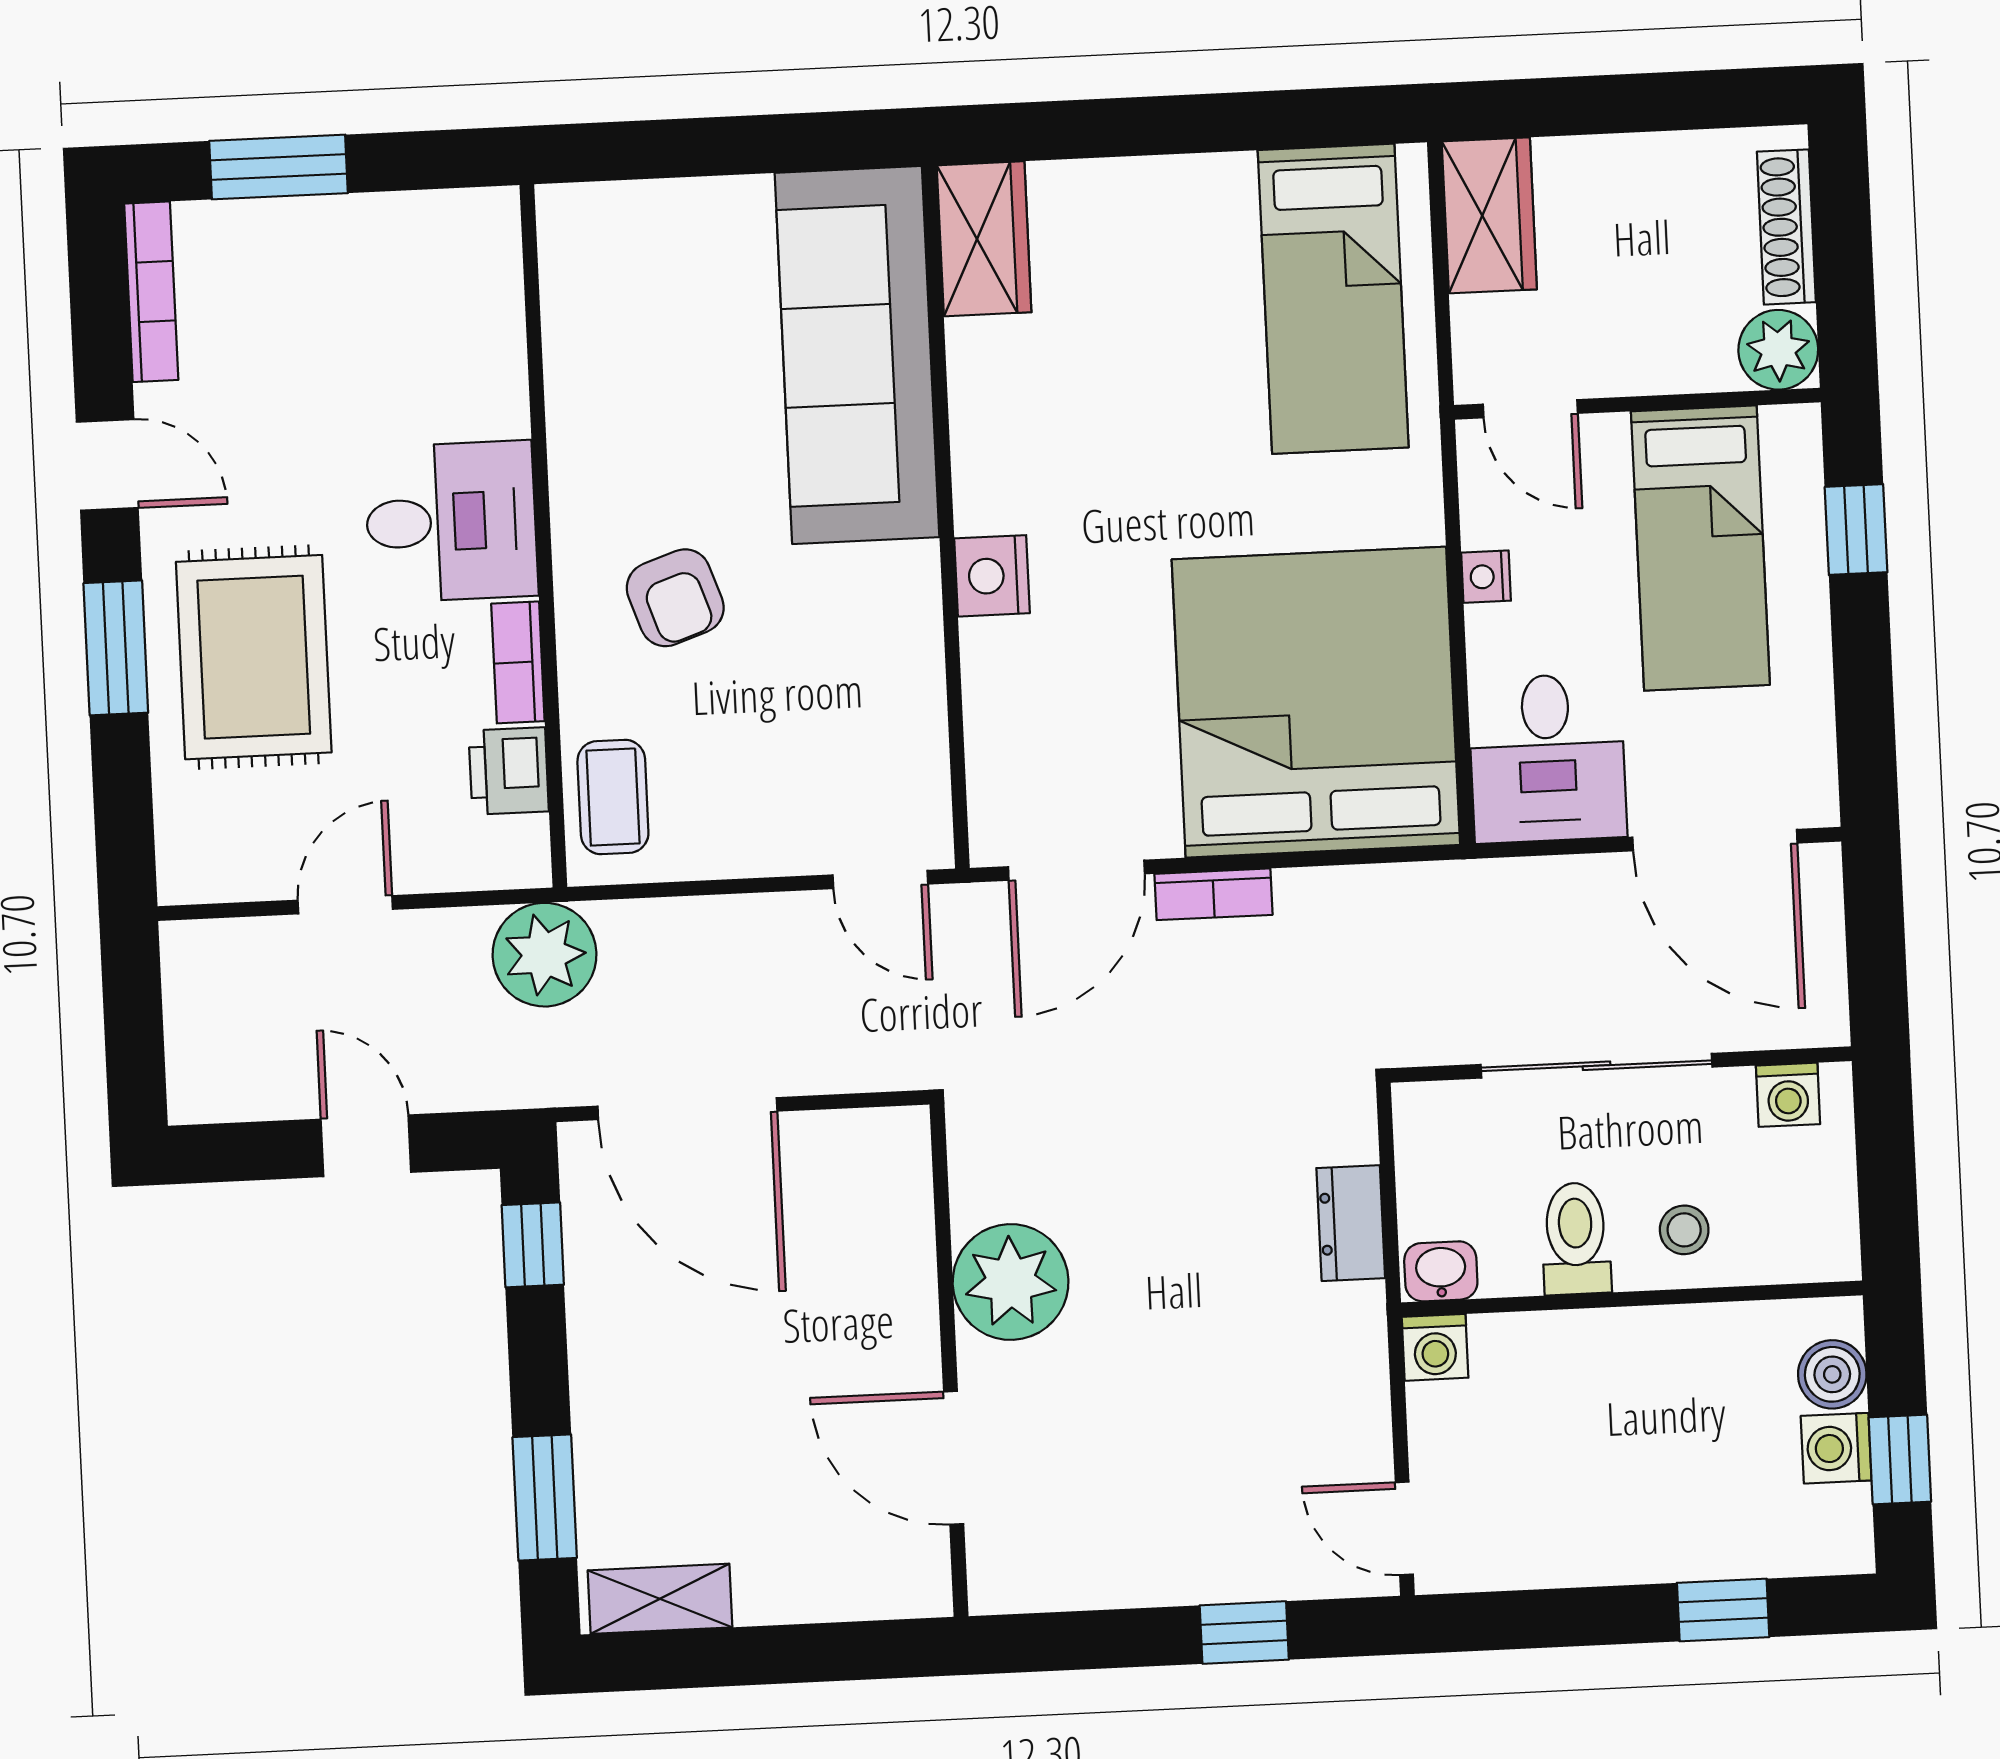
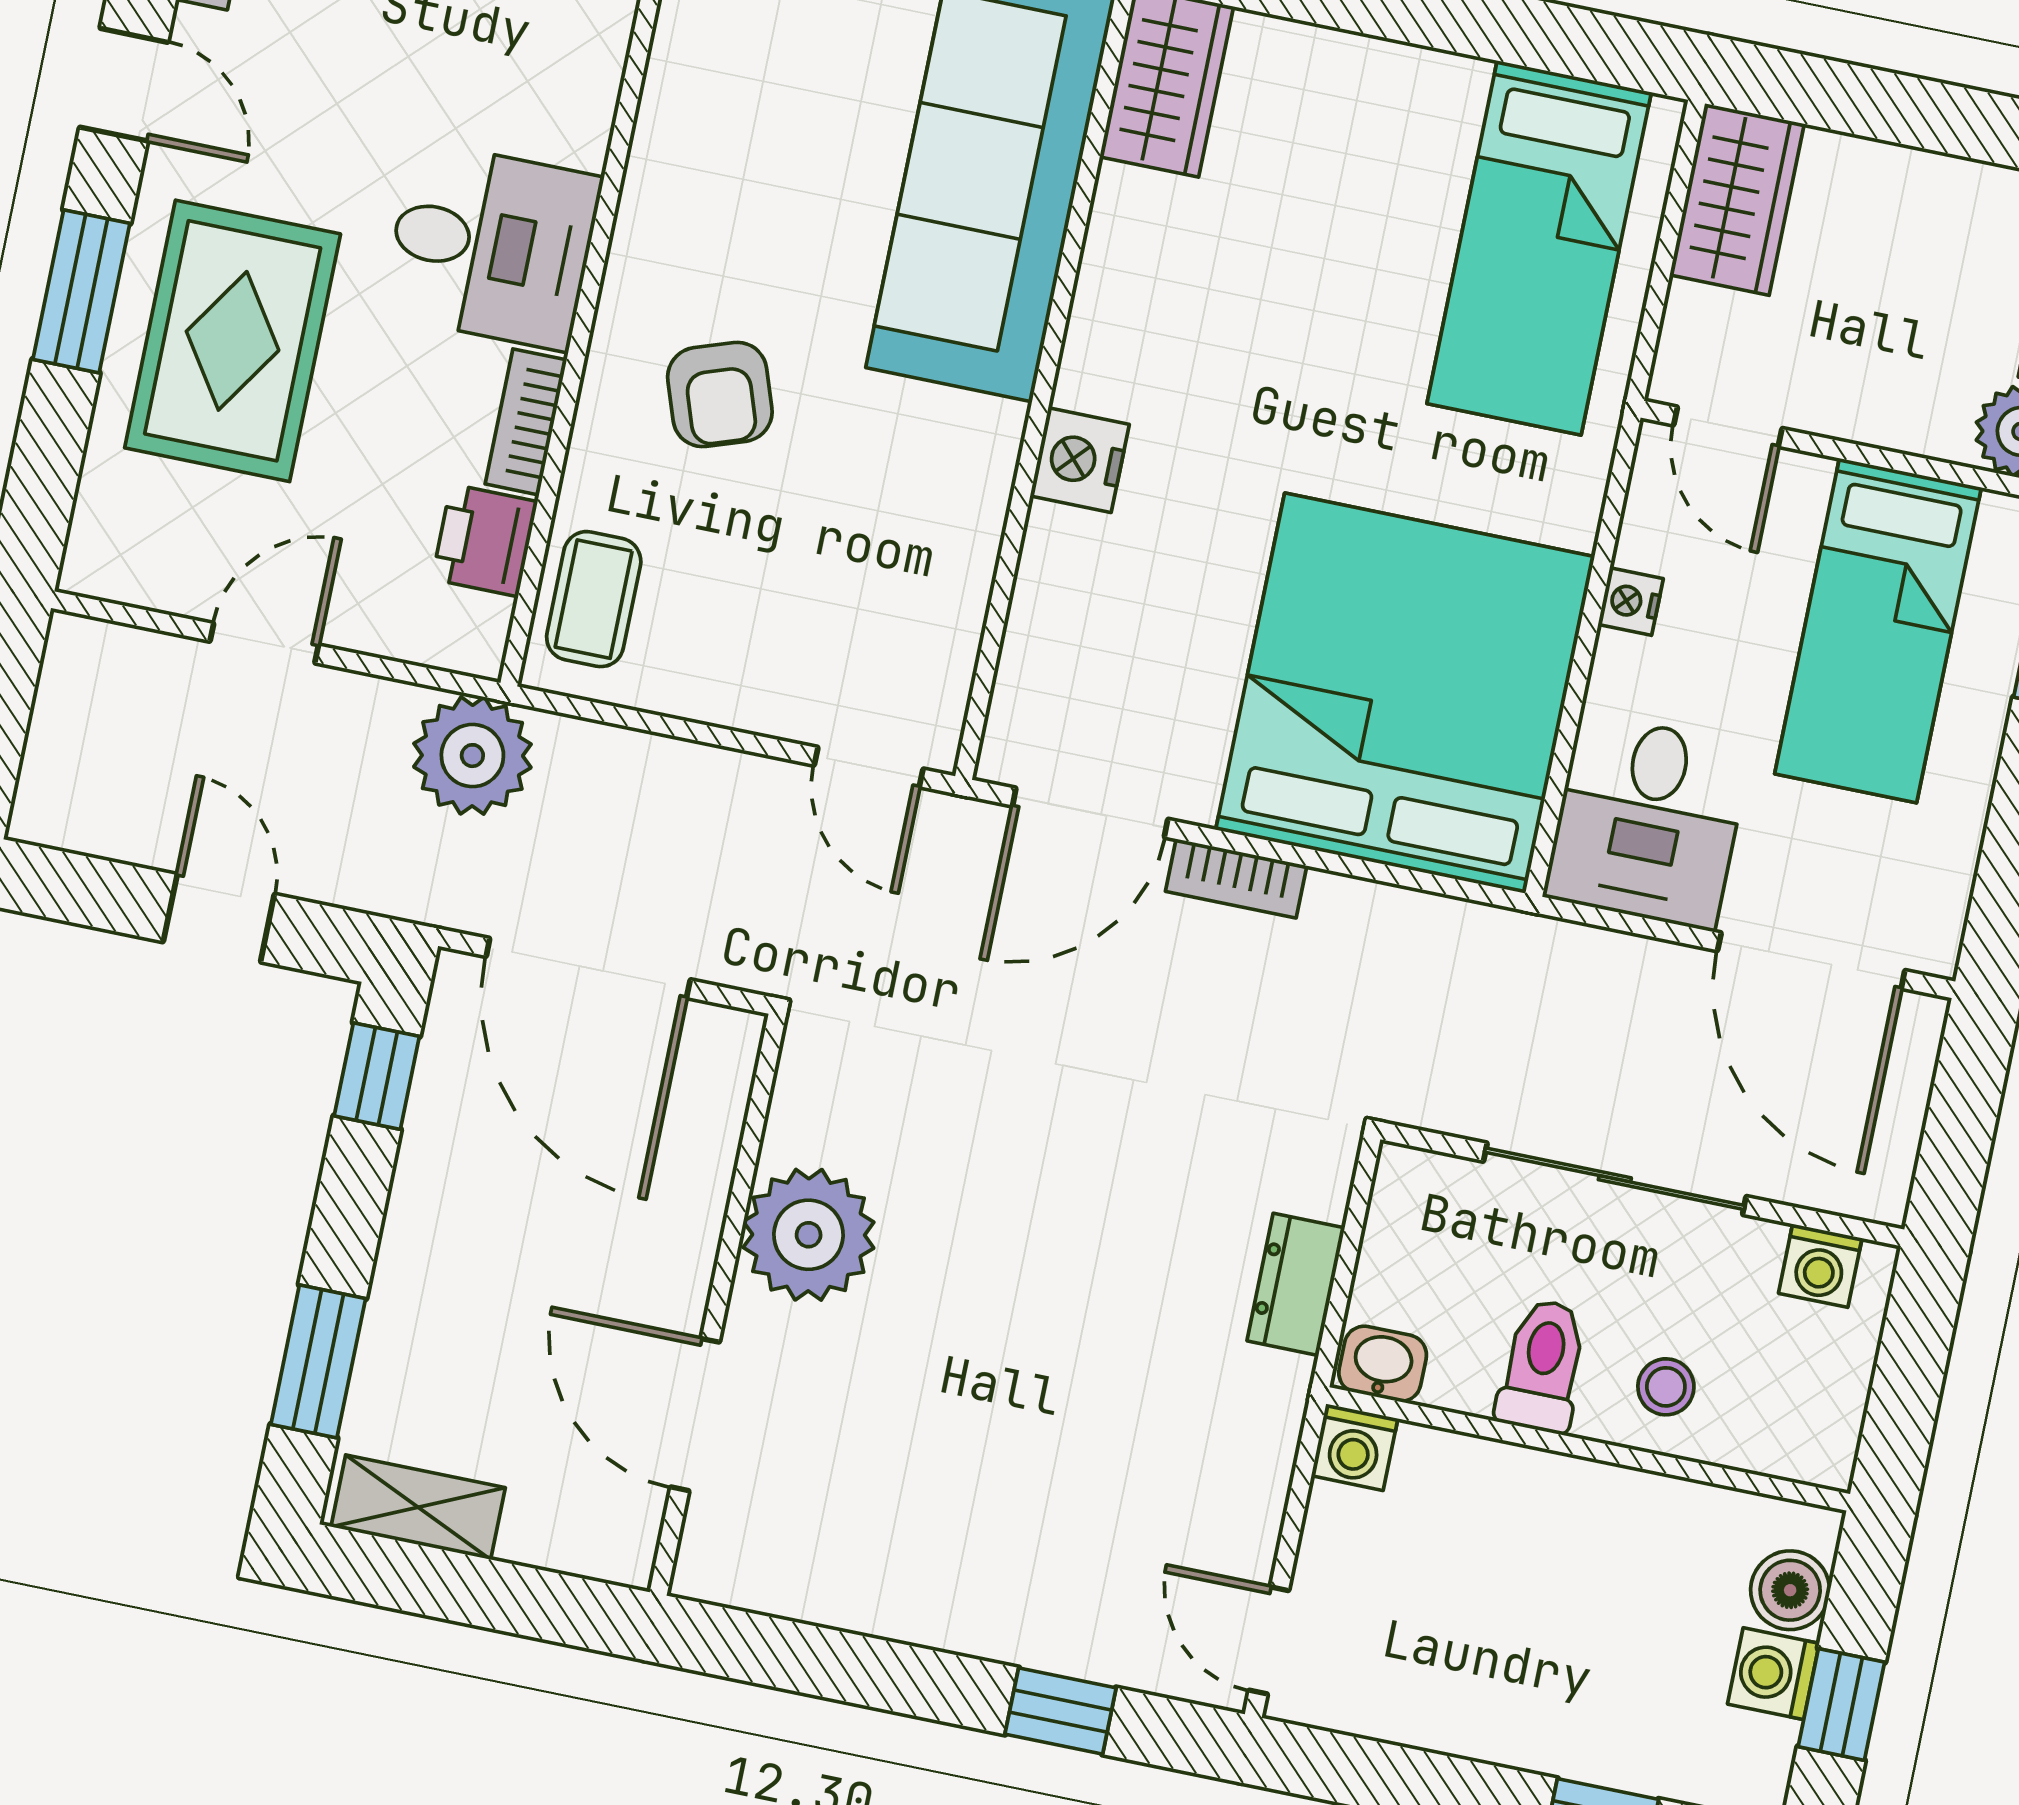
plant: (1011, 1282) -> (809, 1235), moved
wall: (949, 1360) -> (717, 1305), moved
door: (954, 1458) -> (695, 1415), moved

